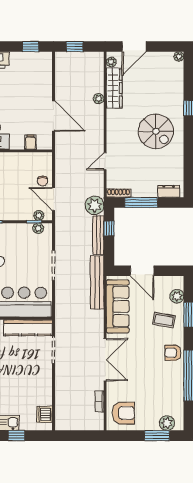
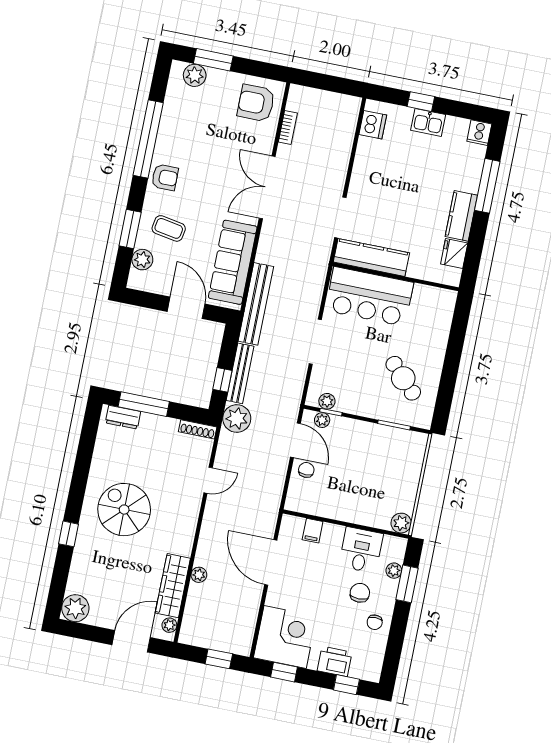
plant: (179, 56) -> (75, 608), width x1.87, depth x1.87
corner desk: (34, 70) -> (285, 637), added
window: (141, 202) -> (144, 404), moved

